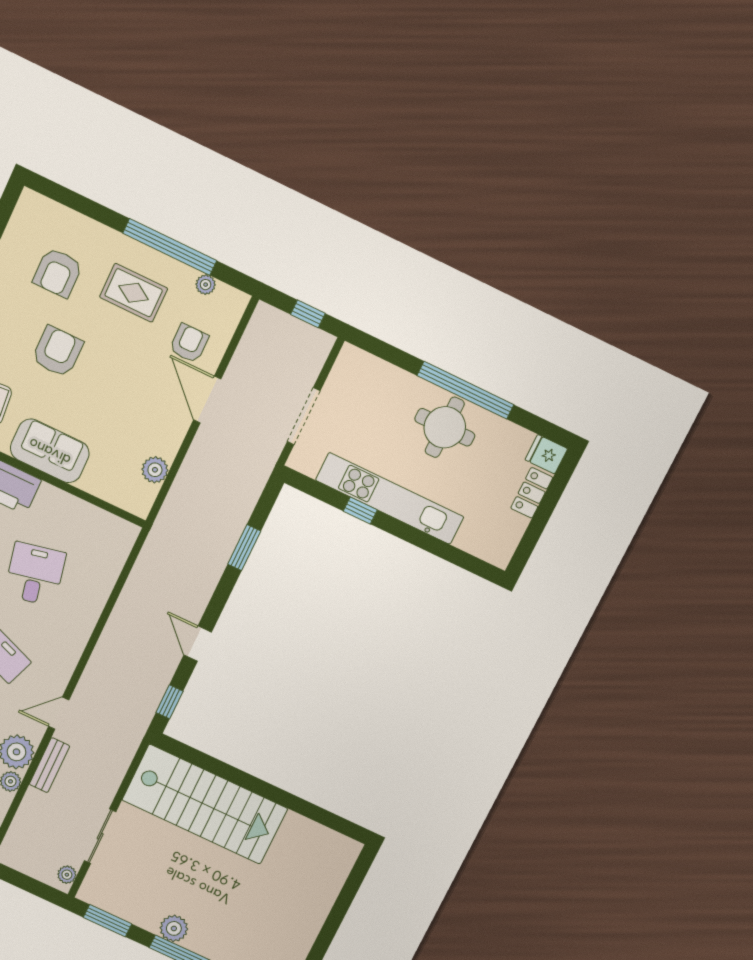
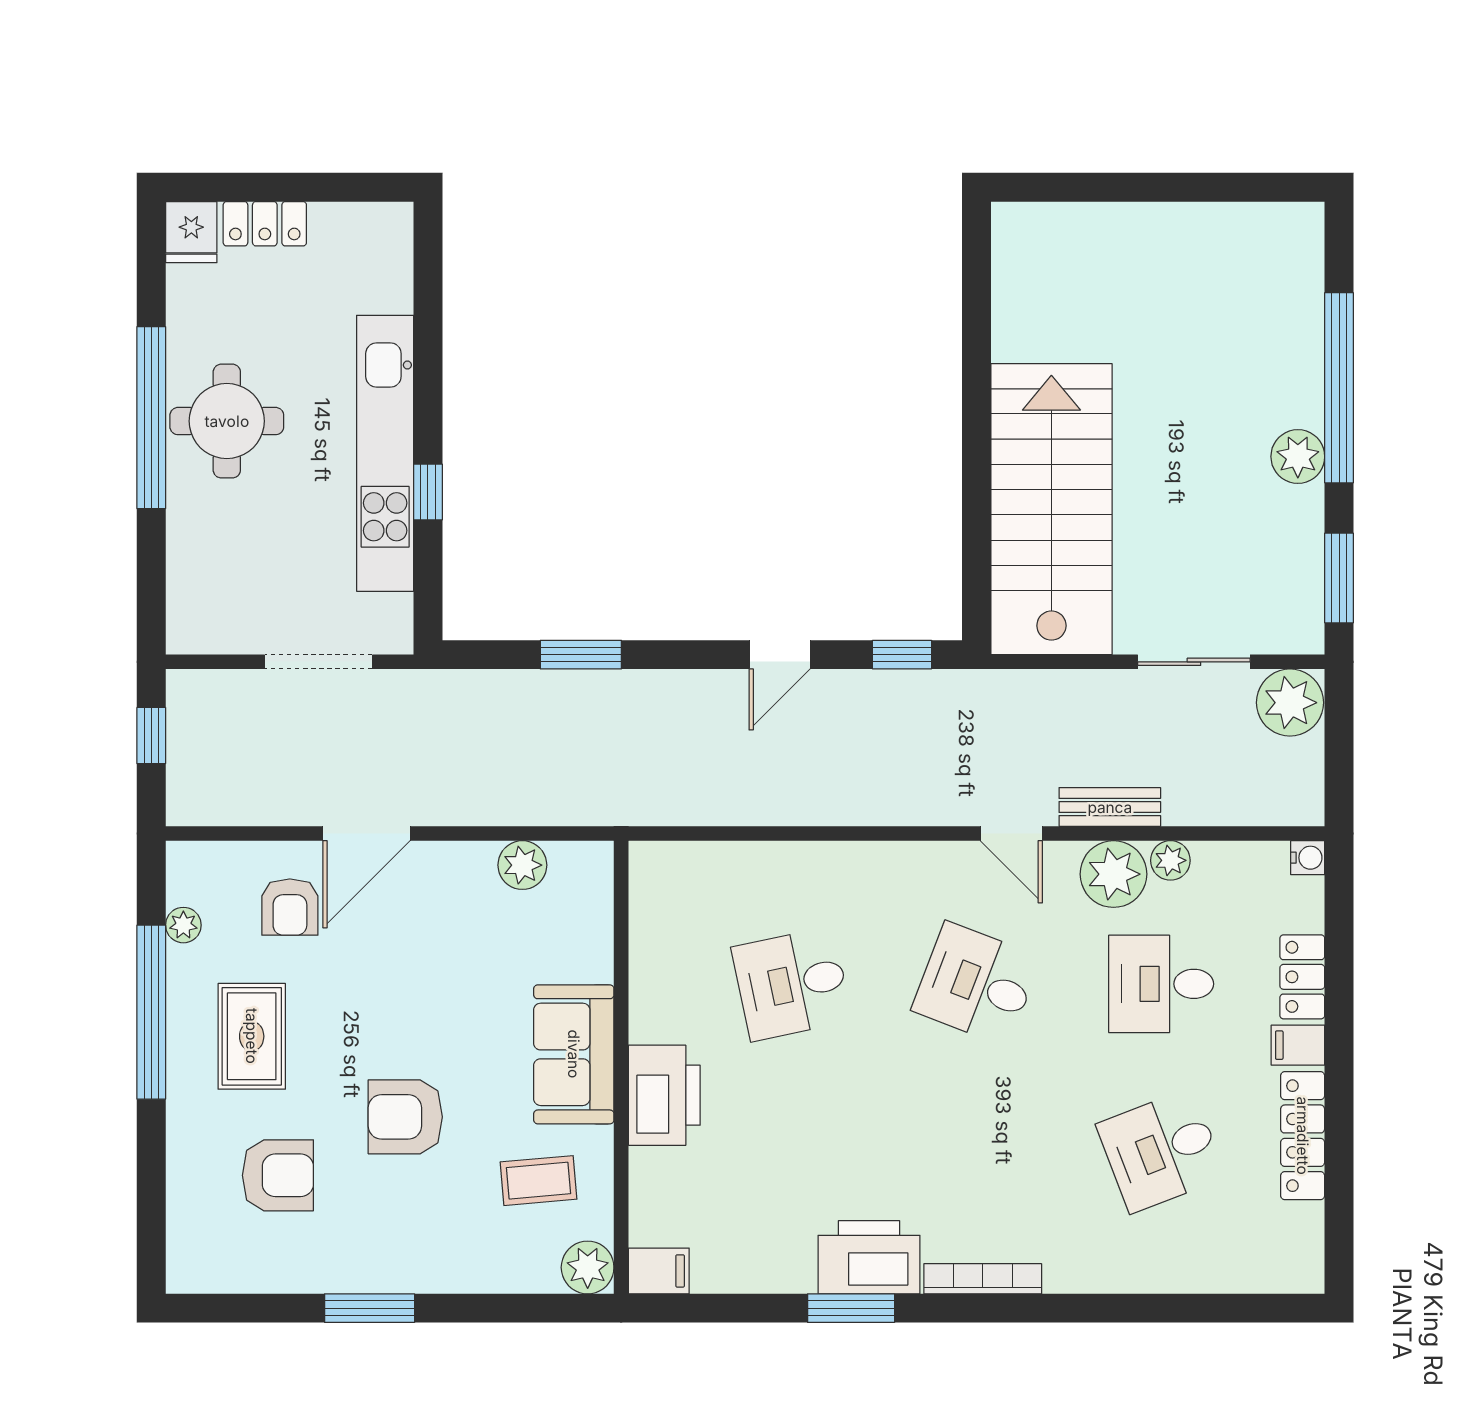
armchair: (189, 343) -> (290, 907), turned -90
plant: (67, 875) -> (1290, 703), width x1.88, depth x1.88

